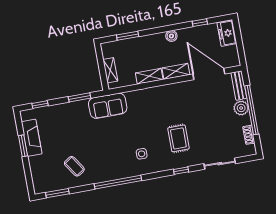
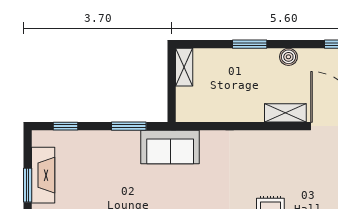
window: (128, 36) -> (250, 44), moved
shelving: (110, 70) -> (184, 67), moved
shelving: (149, 76) -> (243, 113), removed

